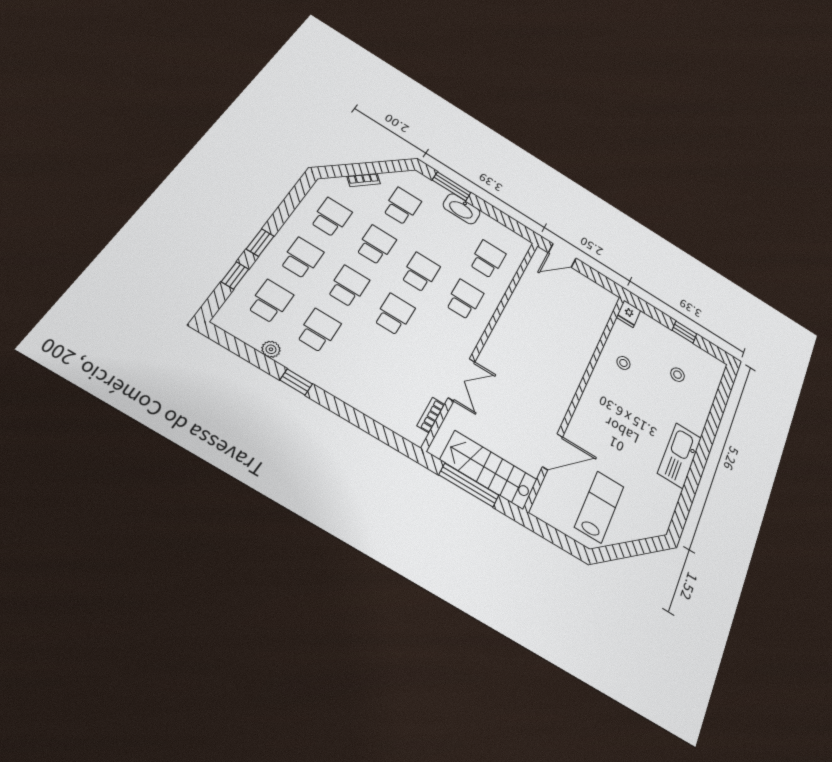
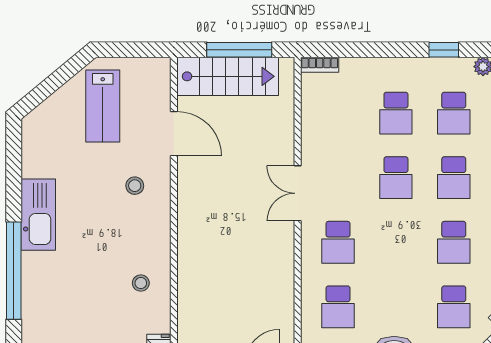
school desk: (420, 272) -> (396, 113), moved
stool: (678, 375) -> (135, 186), moved
double door: (462, 380) -> (298, 193), moved
bookcase: (431, 415) -> (320, 65), moved, turned 90
window: (711, 427) -> (14, 271), added
door: (553, 452) -> (174, 134), swing flipped

